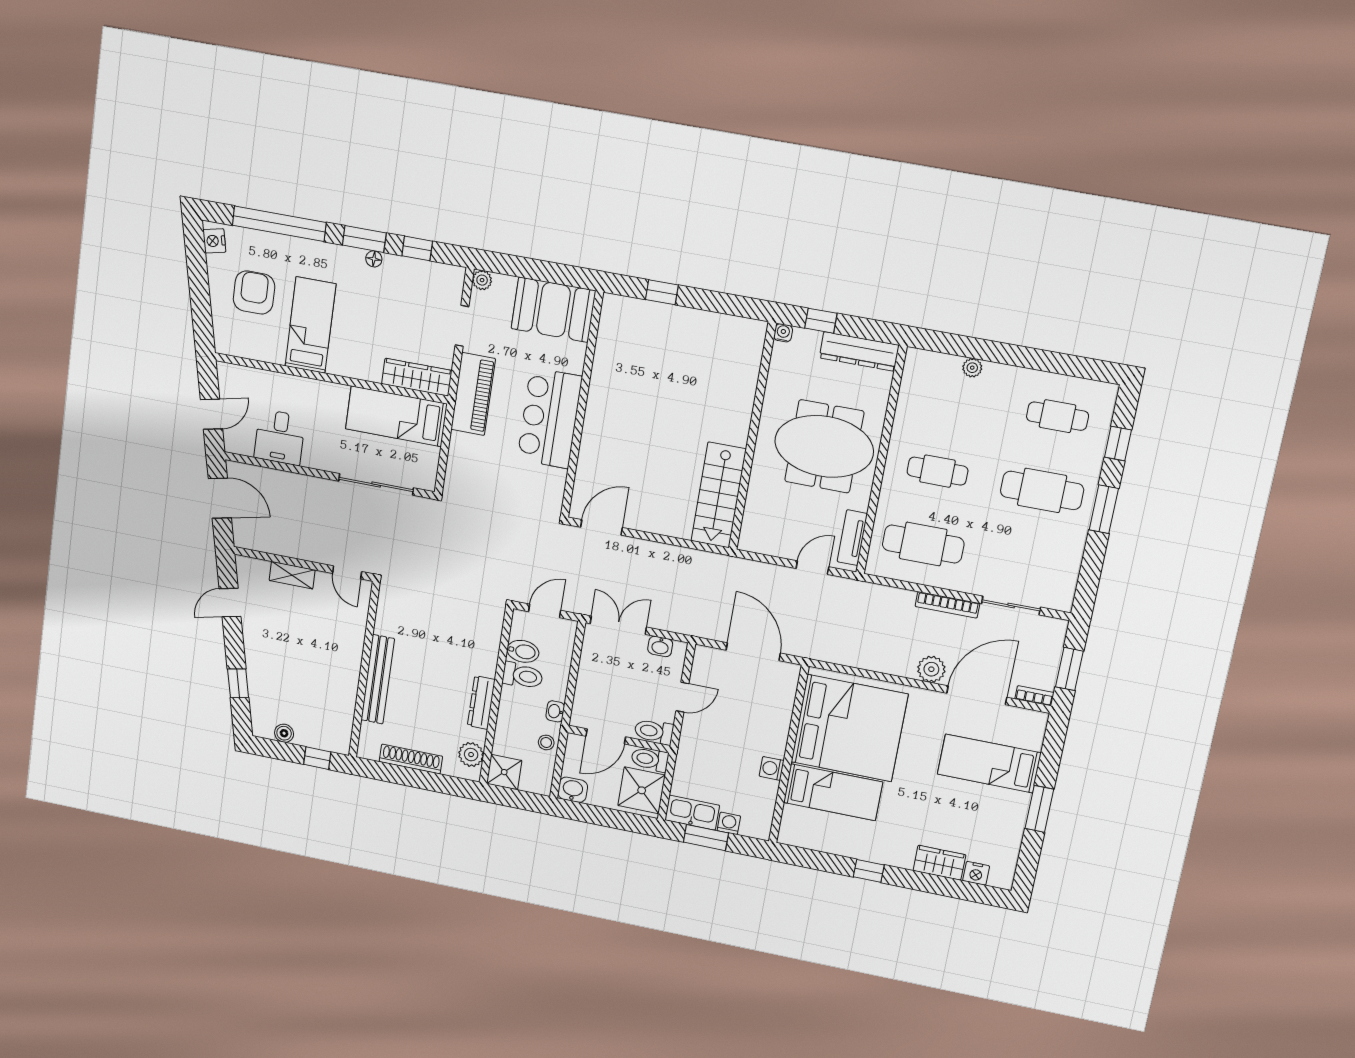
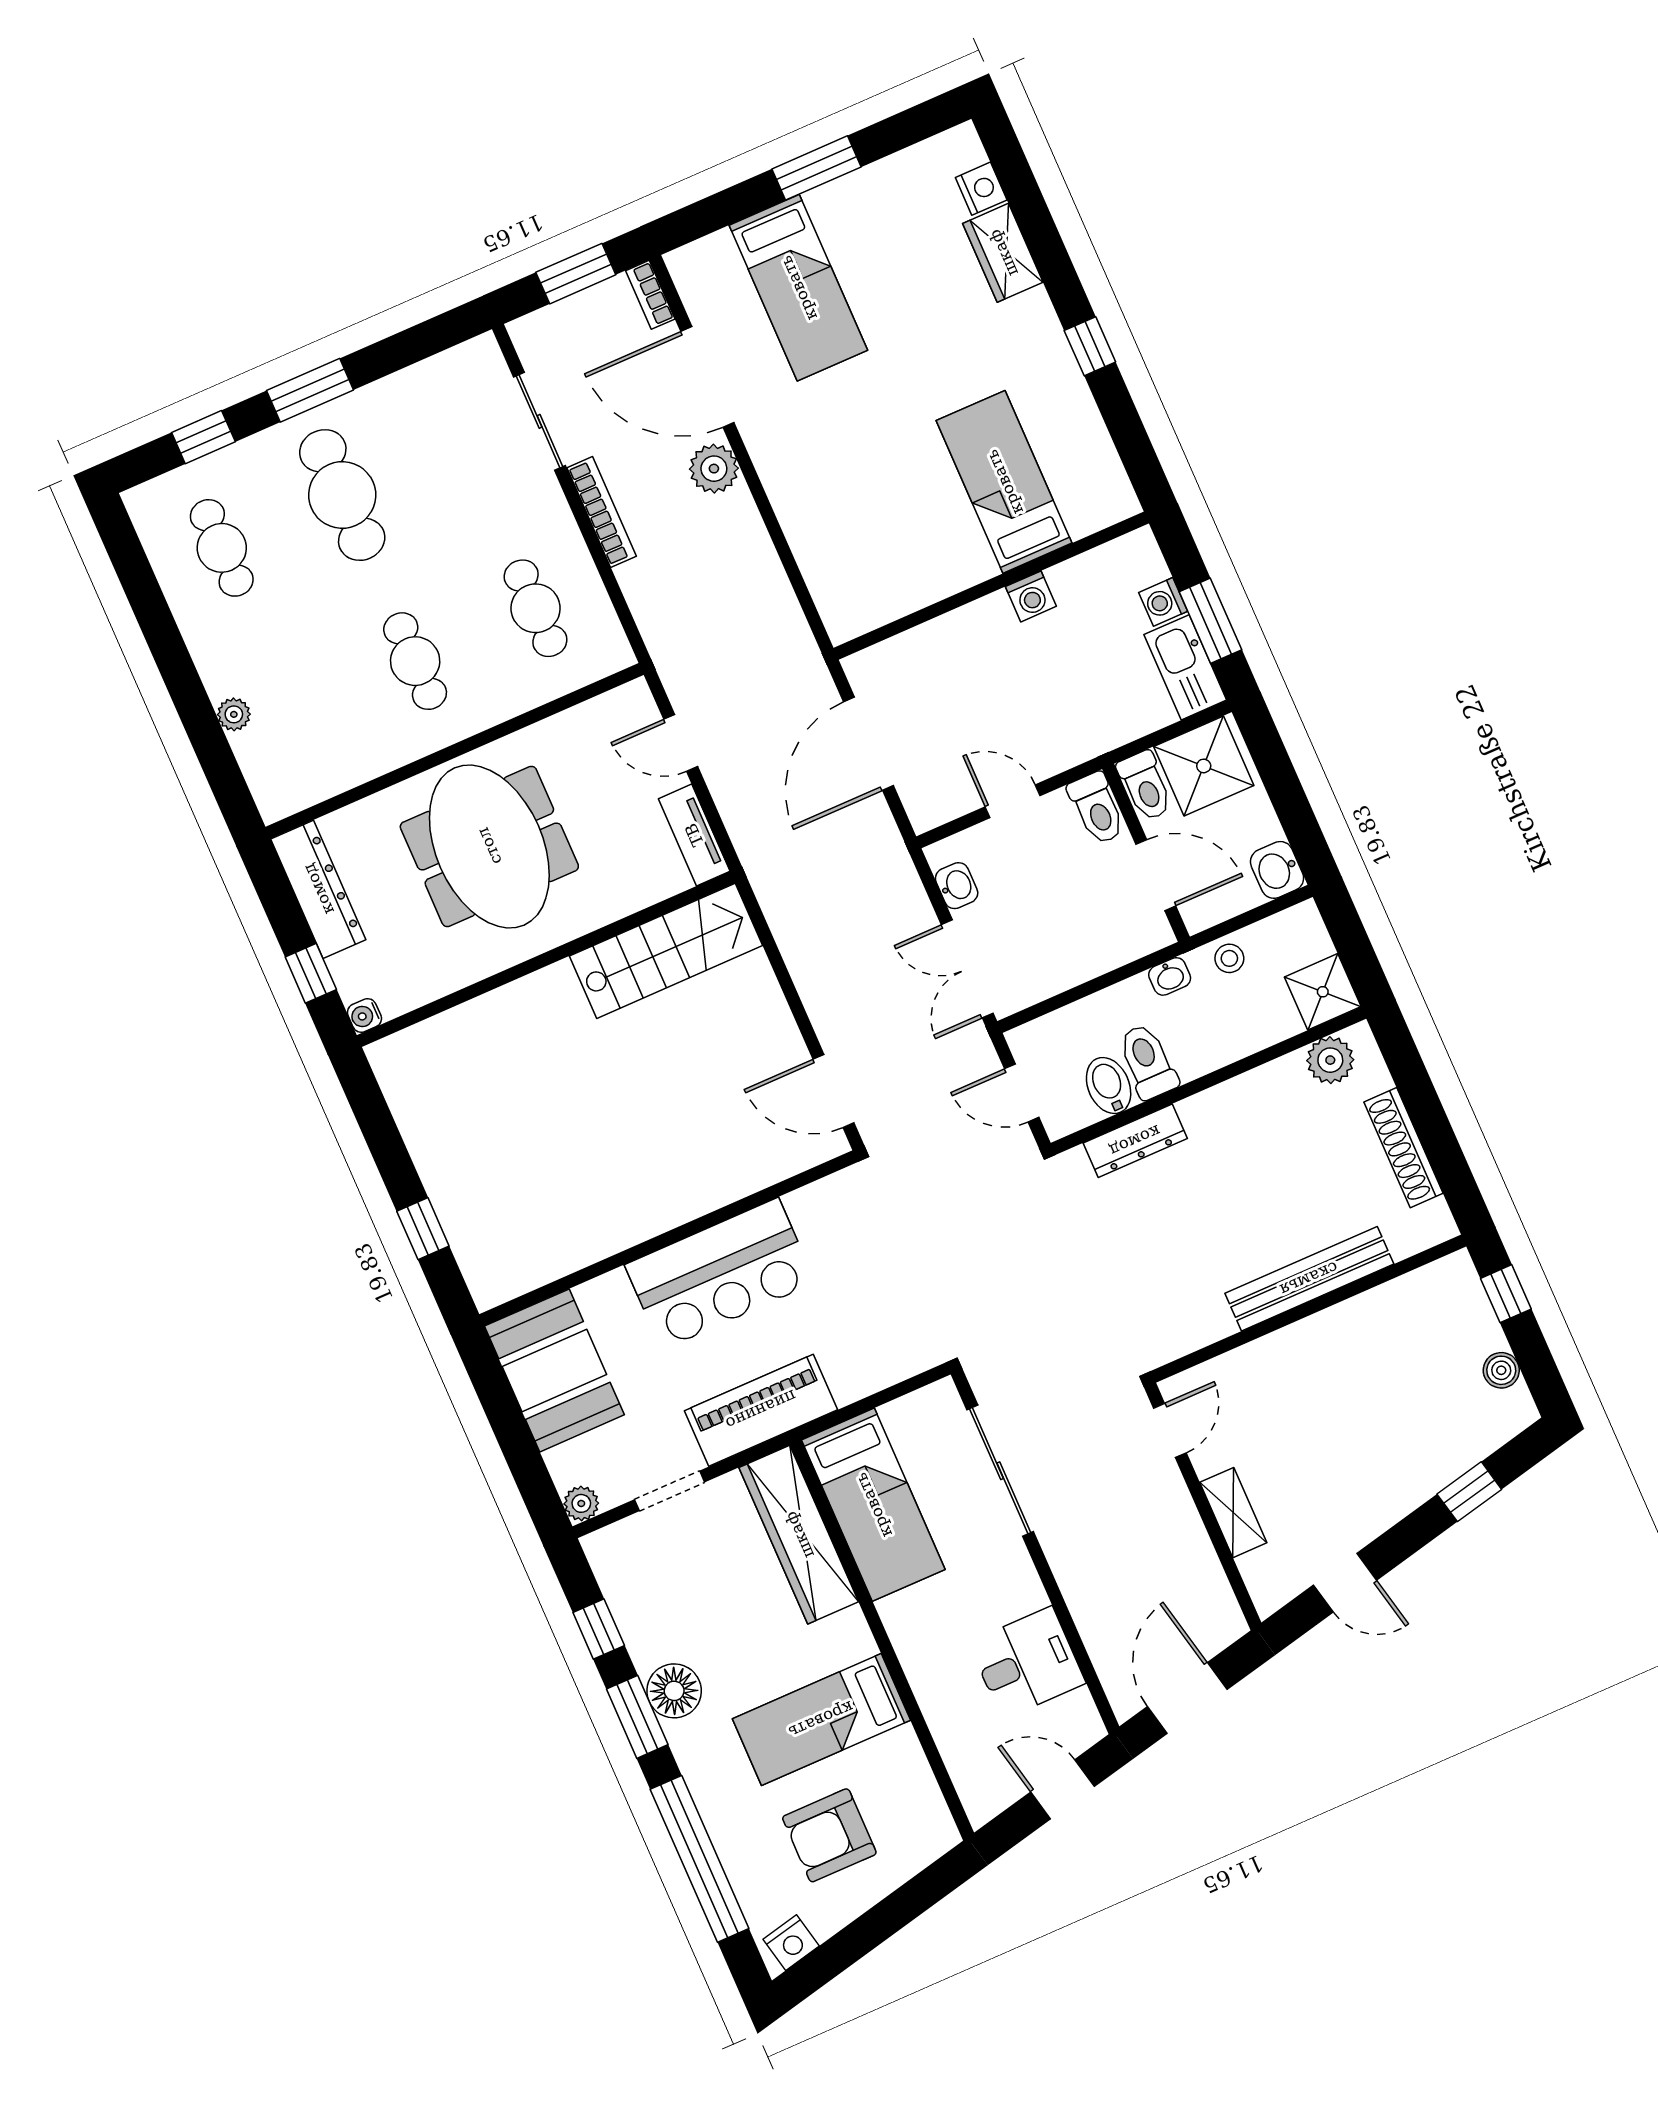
floor lamp: (374, 259) -> (674, 1691), width x1.89, depth x1.89
wardrobe: (417, 377) -> (799, 1535), width x1.40, depth x1.17
tv unit: (852, 538) -> (694, 835), moved, turned 90
cafe table: (923, 544) -> (536, 608), width x0.73, depth x0.74
dresser: (481, 703) -> (1135, 1141), moved
bed: (849, 728) -> (887, 525), removed

